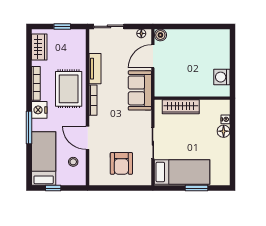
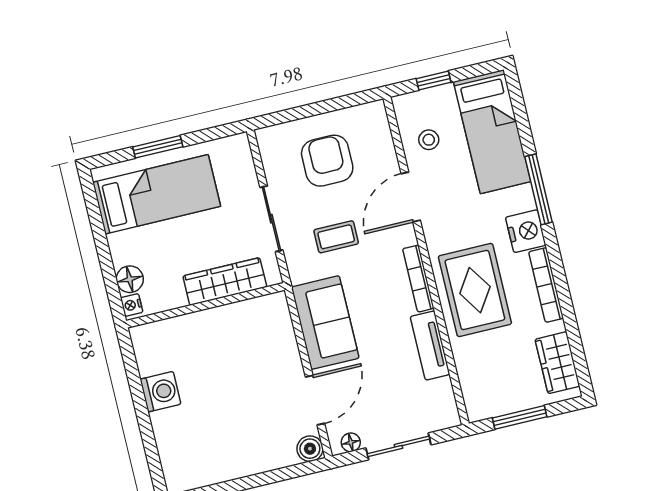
window: (62, 26) -> (520, 417), width x1.50
sliding door: (109, 26) -> (398, 446), moved
wall: (192, 98) -> (205, 305), moved
wardrobe: (181, 107) -> (225, 282), moved
coffee table: (126, 128) -> (336, 237), added
door: (88, 138) -> (411, 197), swing flipped
bed: (182, 172) -> (157, 194), moved, turned 180
window: (53, 188) -> (434, 81), moved

